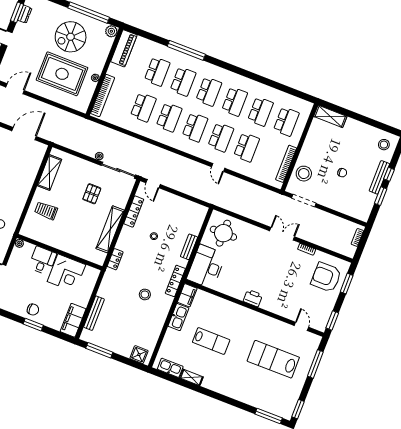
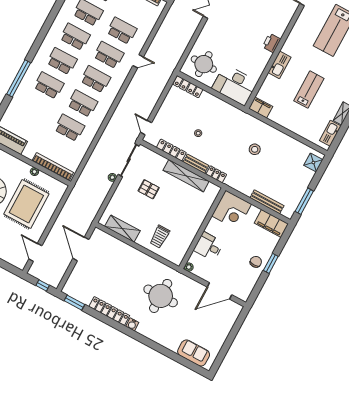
school desk: (157, 71) -> (36, 110), removed
door: (153, 184) -> (146, 128), swing flipped
bench: (189, 247) -> (196, 164), moved
corner desk: (66, 273) -> (232, 210), moved, turned 90
locker: (175, 281) -> (188, 87), moved
kitchen sink: (178, 317) -> (280, 65), moved, turned 90

